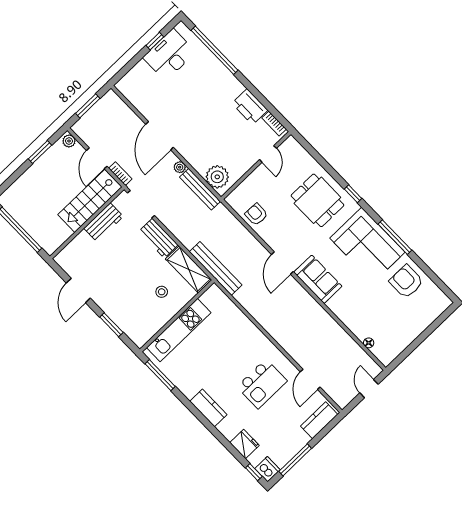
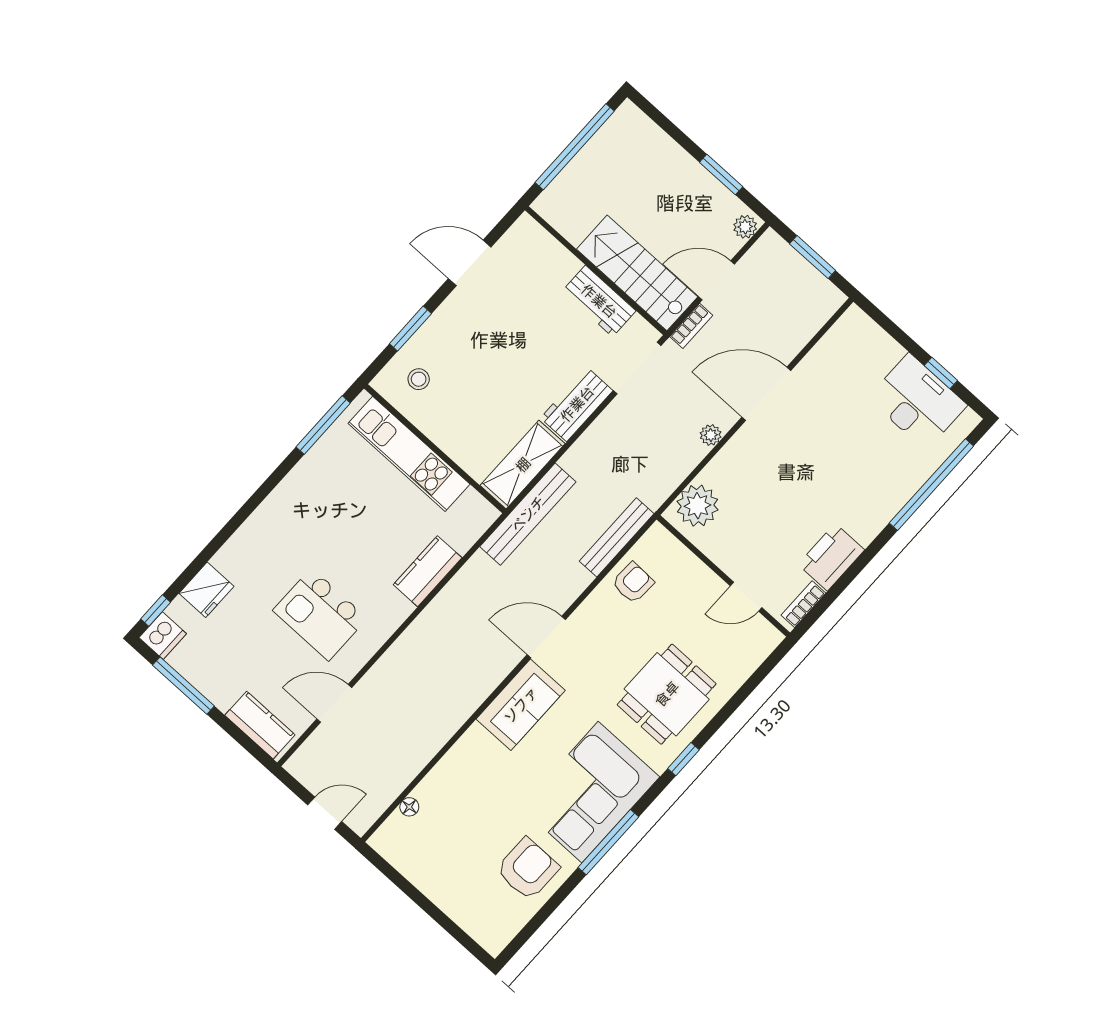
bench: (200, 189) -> (617, 537), moved
stool: (162, 292) -> (419, 379), moved
kitchen counter: (208, 408) -> (428, 571), moved, turned 180

